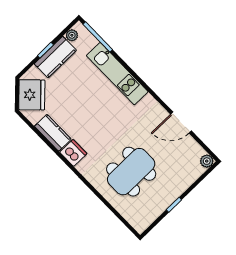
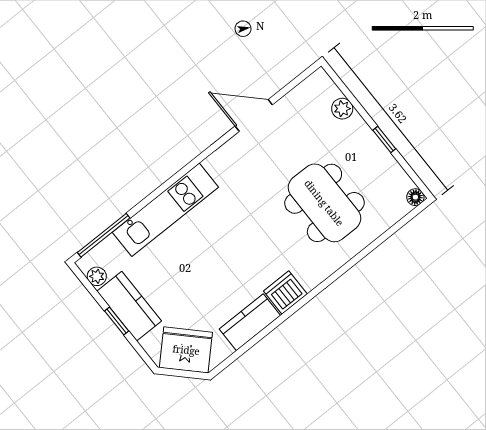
door: (181, 123) -> (254, 115), swing flipped
plant: (207, 161) -> (342, 109), moved
floor lamp: (140, 227) -> (415, 197), added

